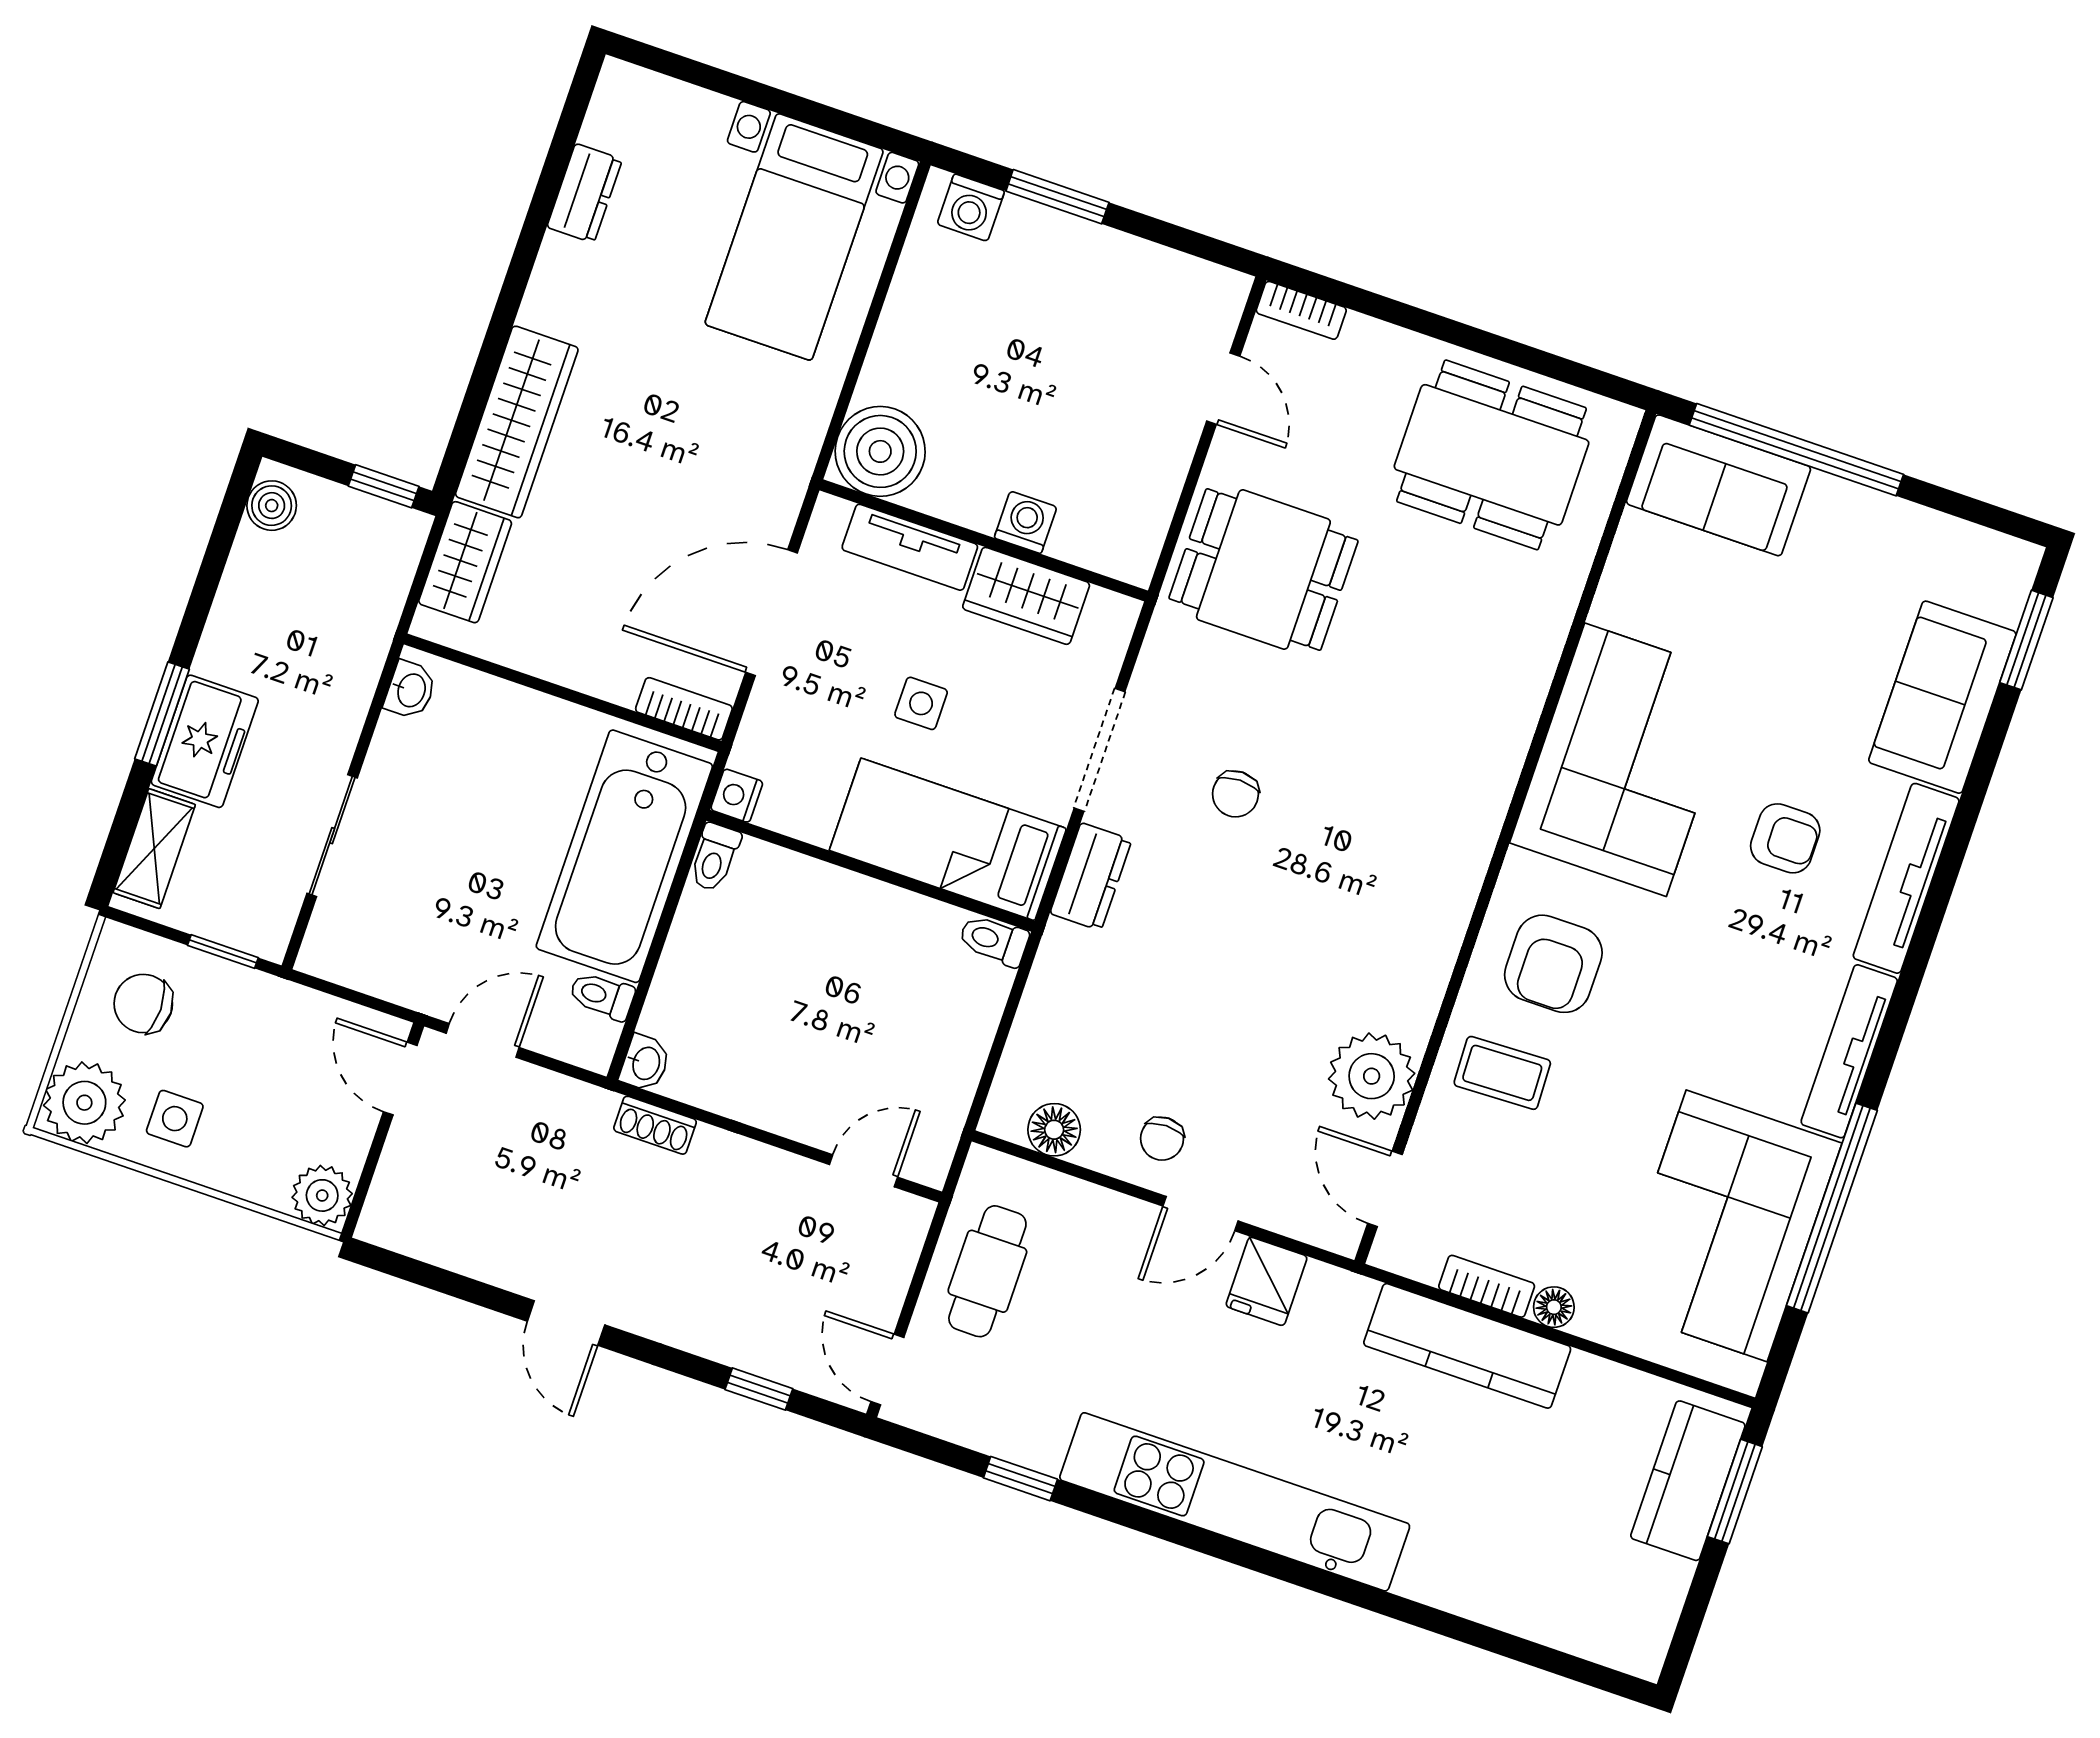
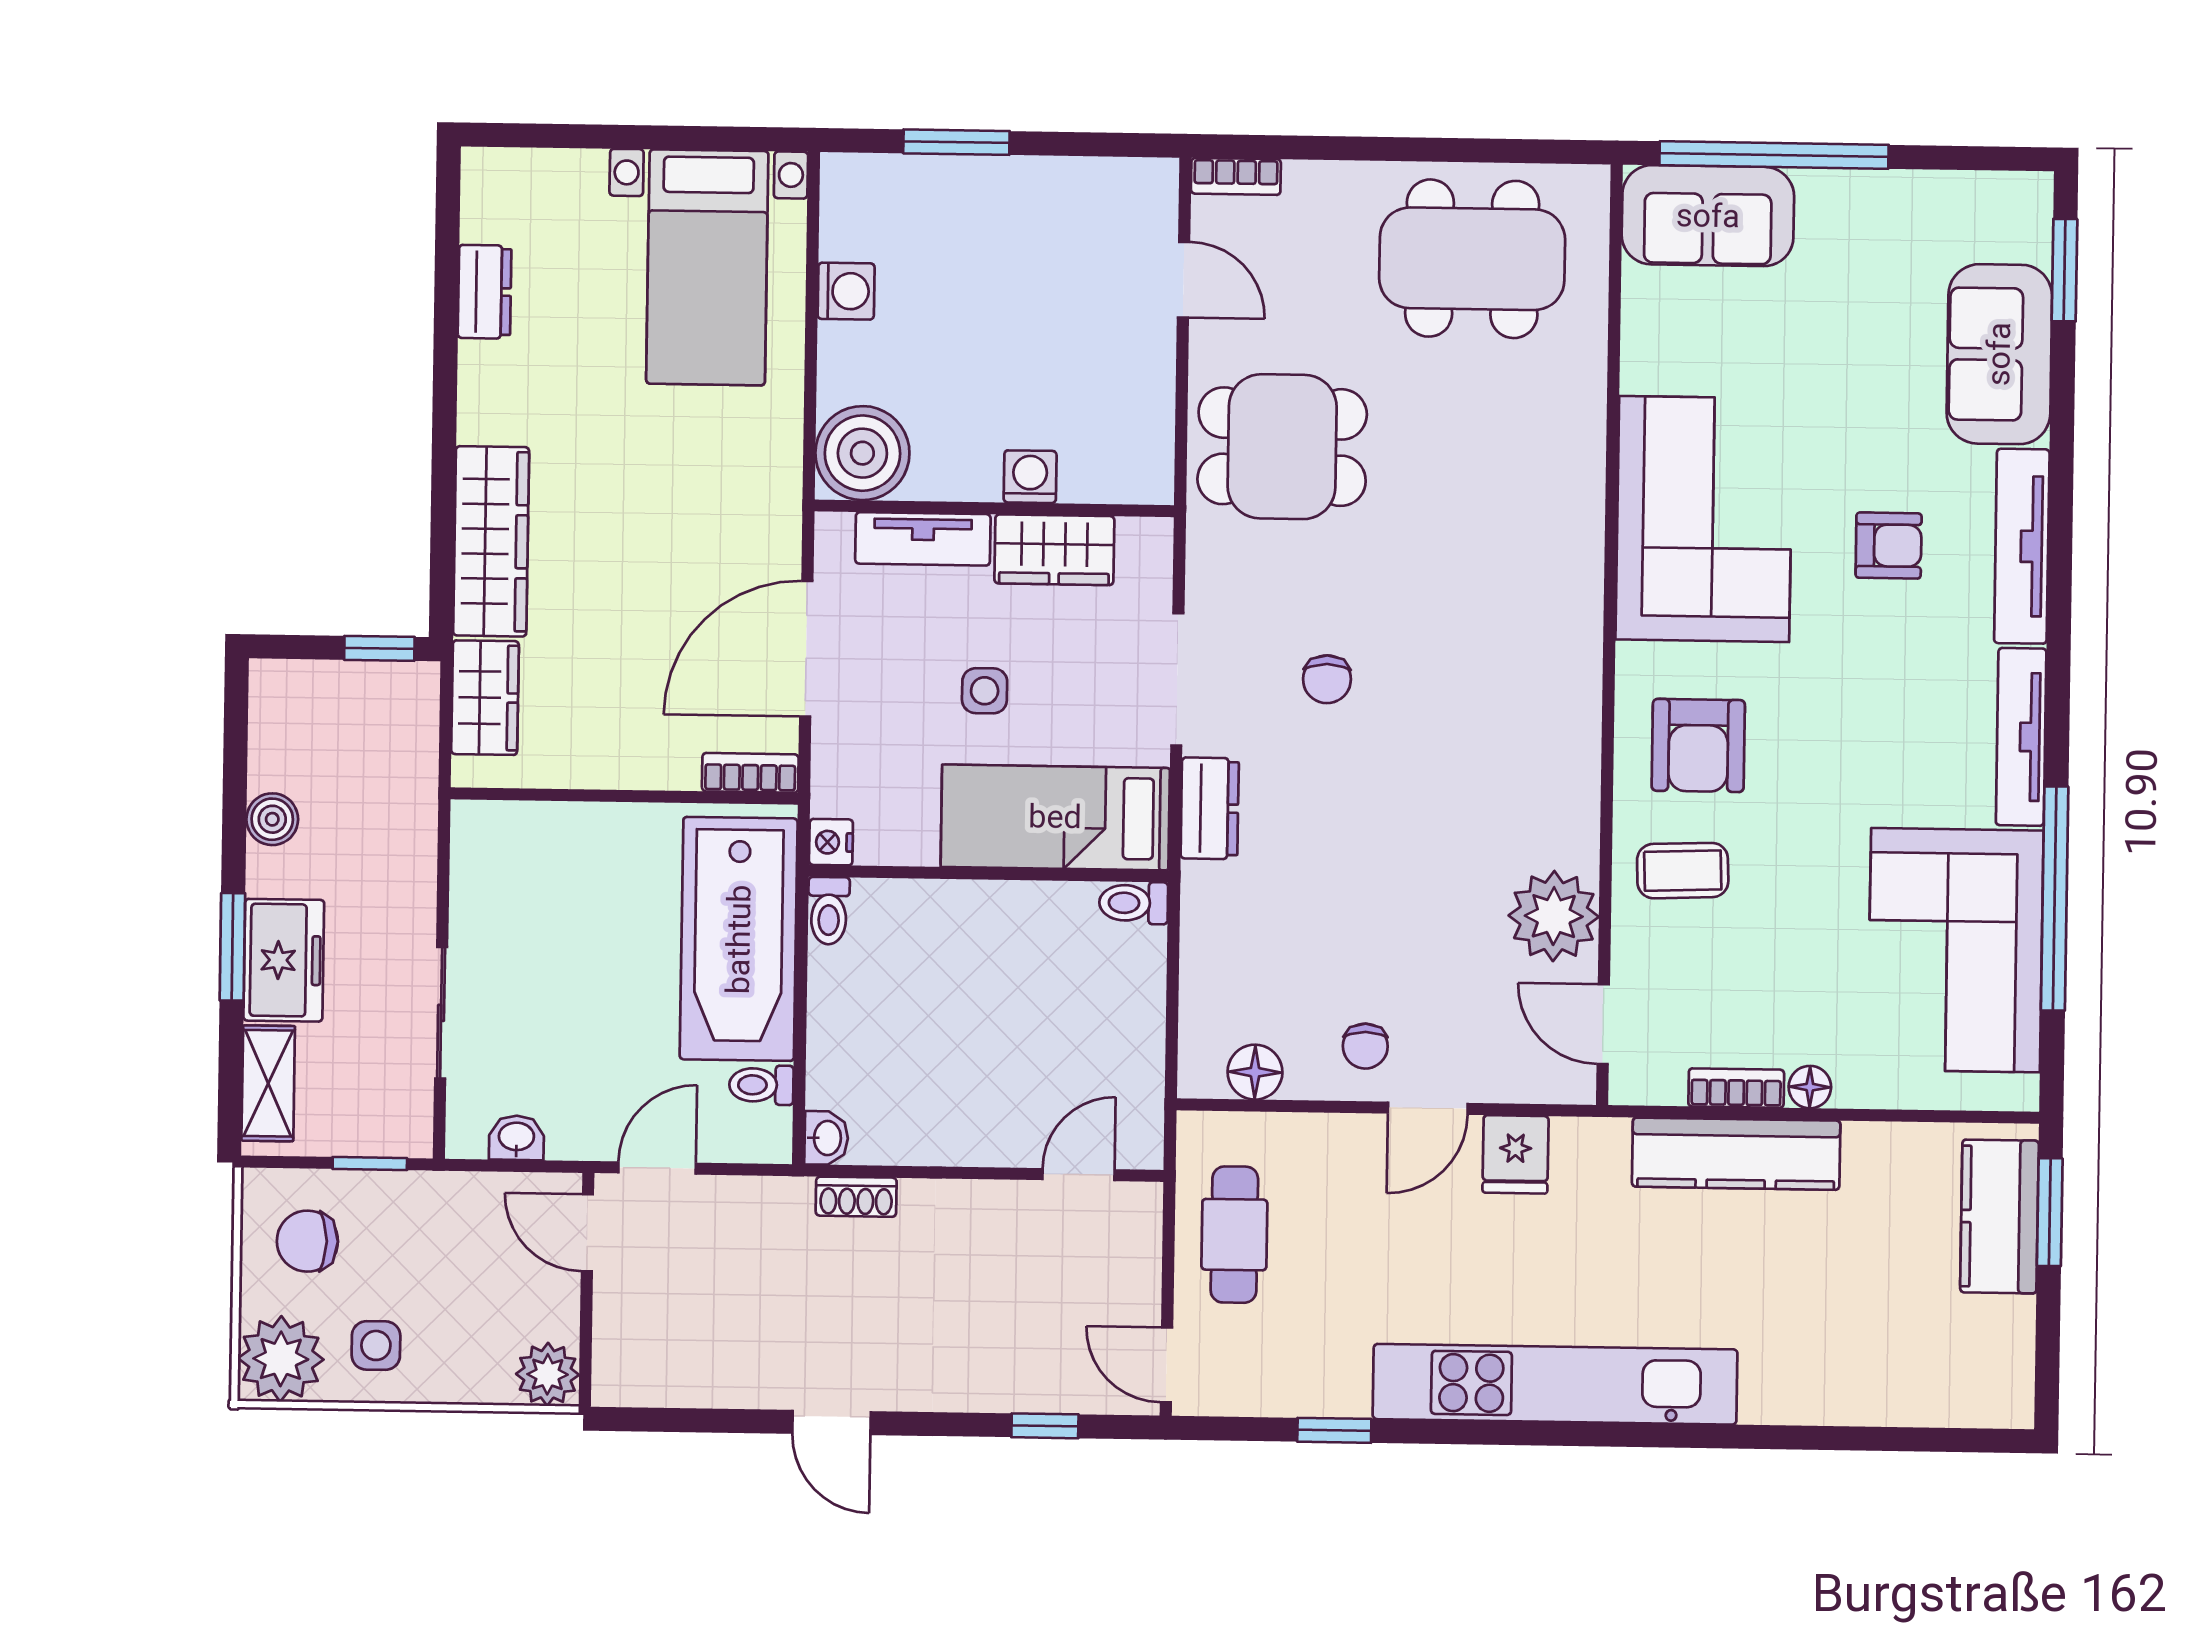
washing machine: (971, 208) -> (846, 291), moved, turned -90
boiler: (272, 506) -> (272, 819), moved
washbasin: (410, 690) -> (516, 1138), moved, turned -90

